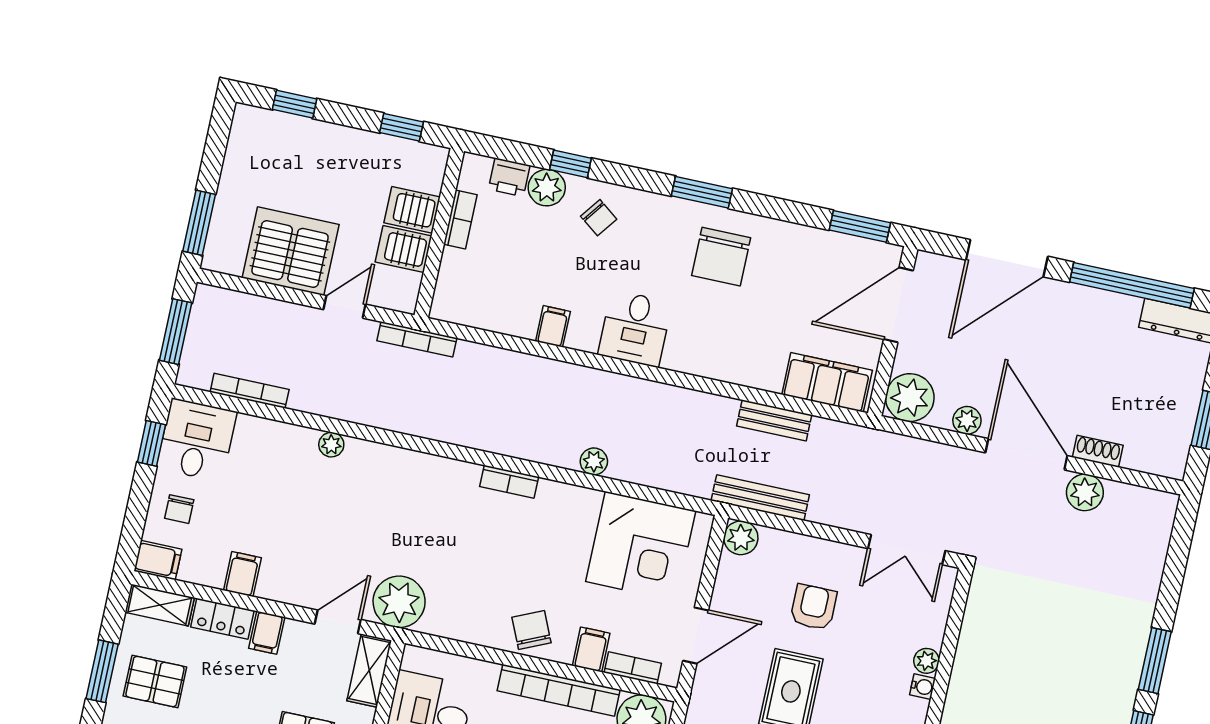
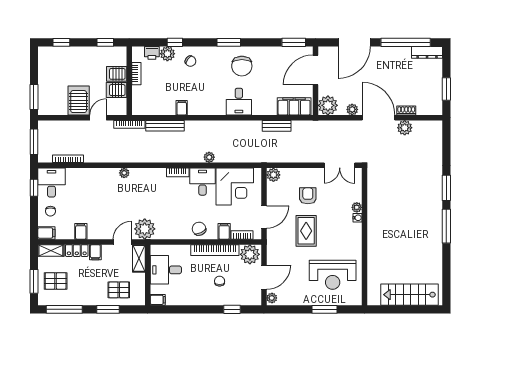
server rack: (291, 251) -> (79, 100), width x0.62
desk: (635, 328) -> (239, 102), moved
plant: (331, 445) -> (124, 173), moved
bench: (760, 498) -> (165, 126), moved
desk: (565, 517) -> (203, 182), added

